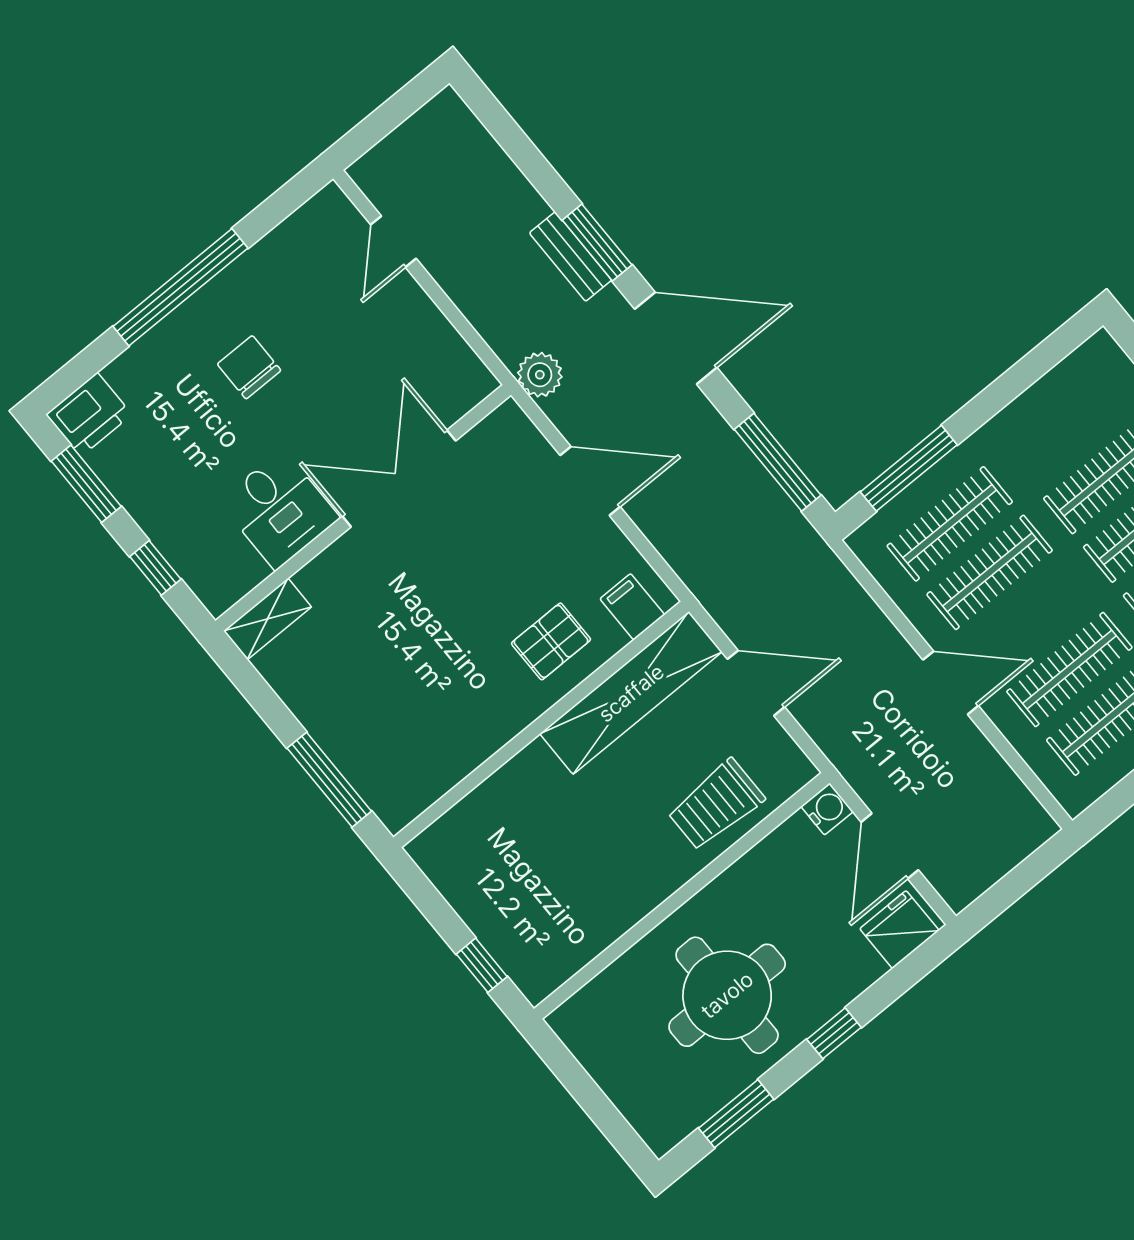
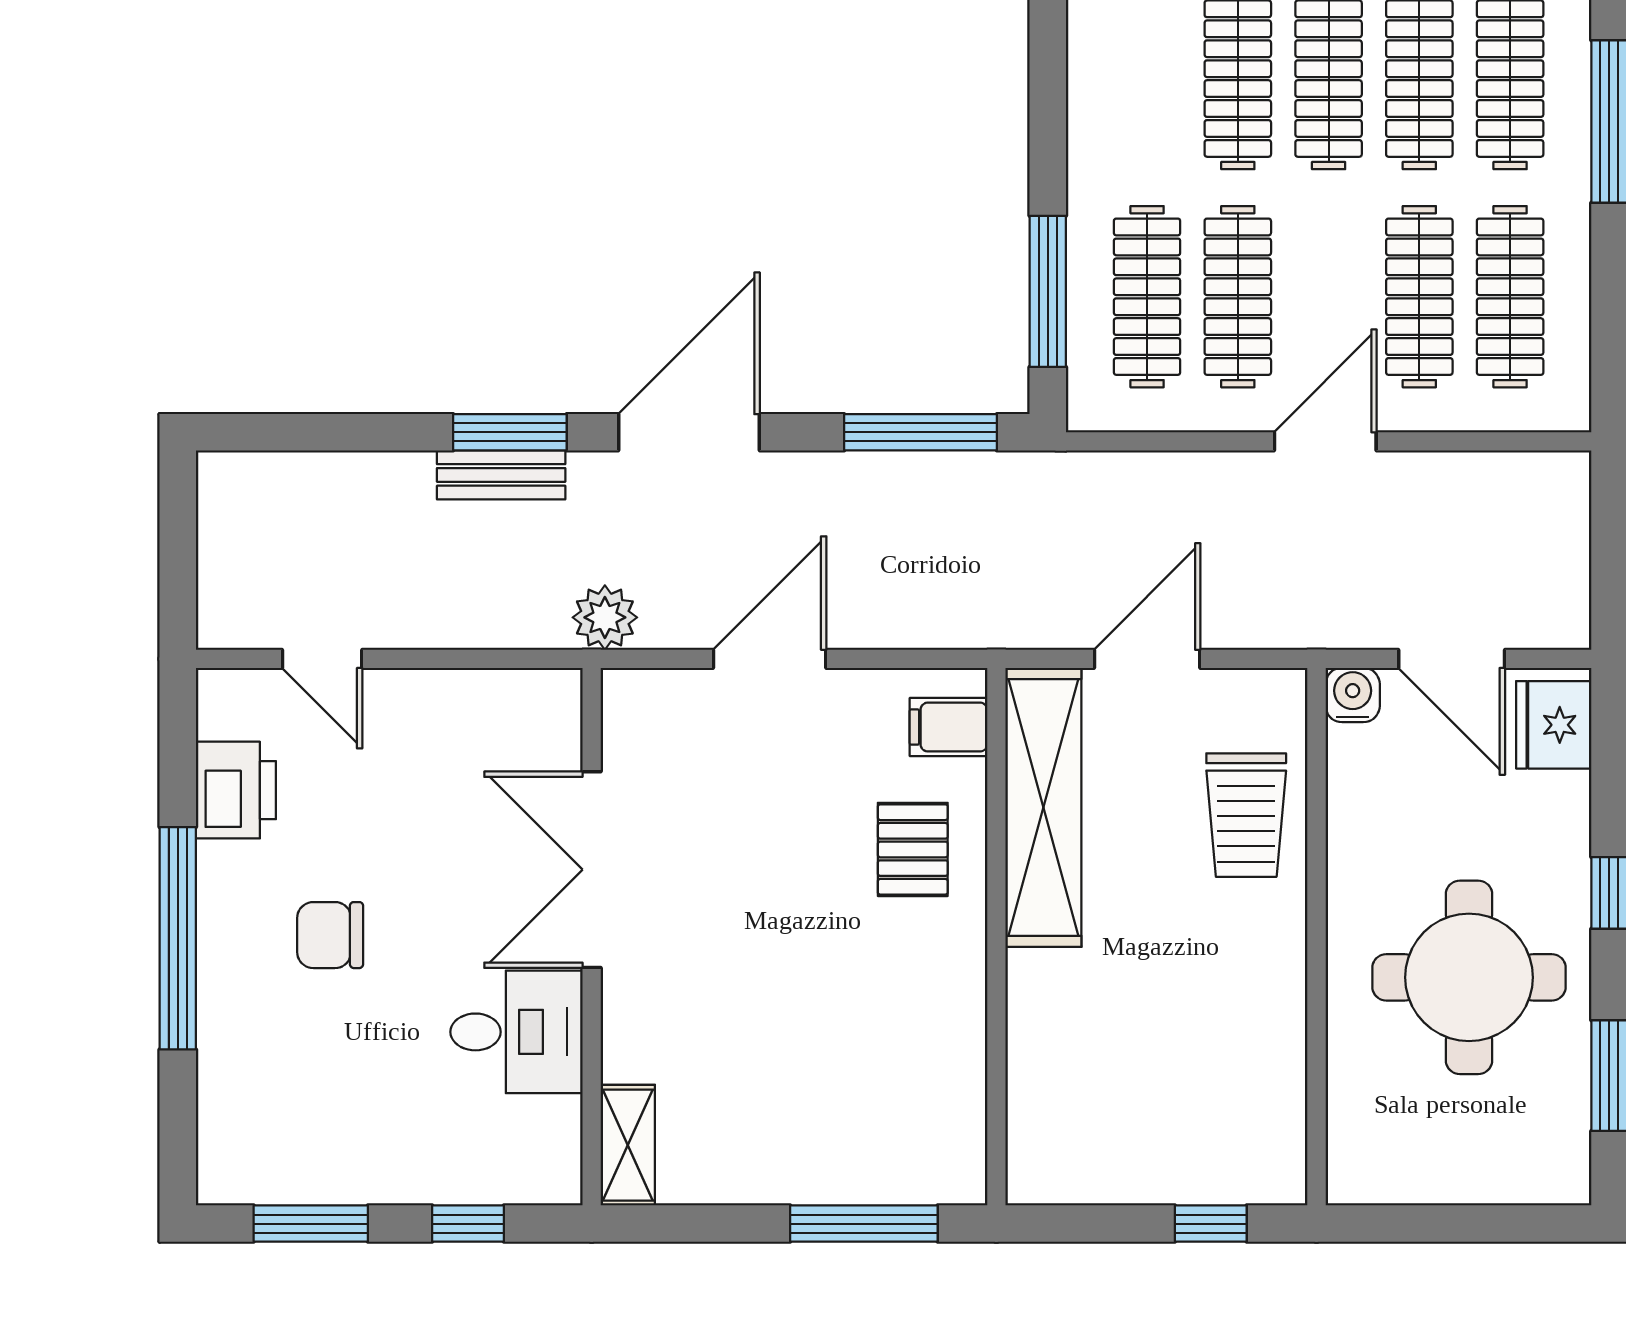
printer: (89, 414) -> (236, 790), moved

